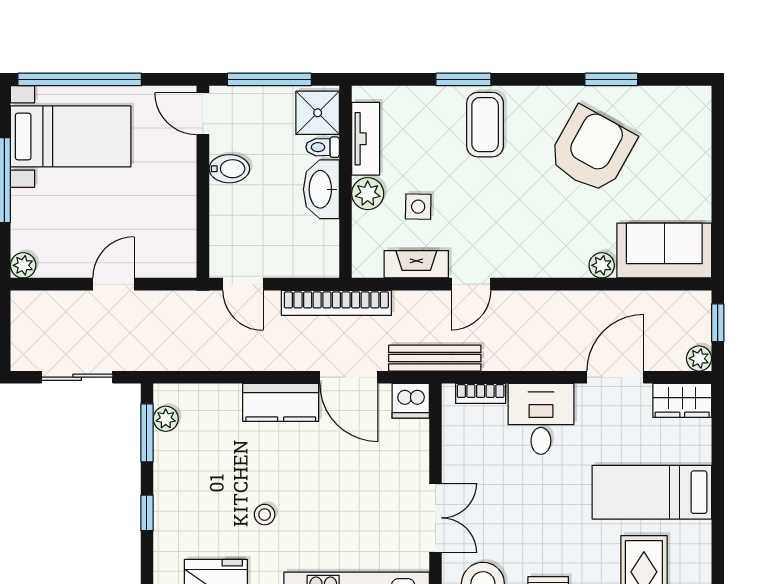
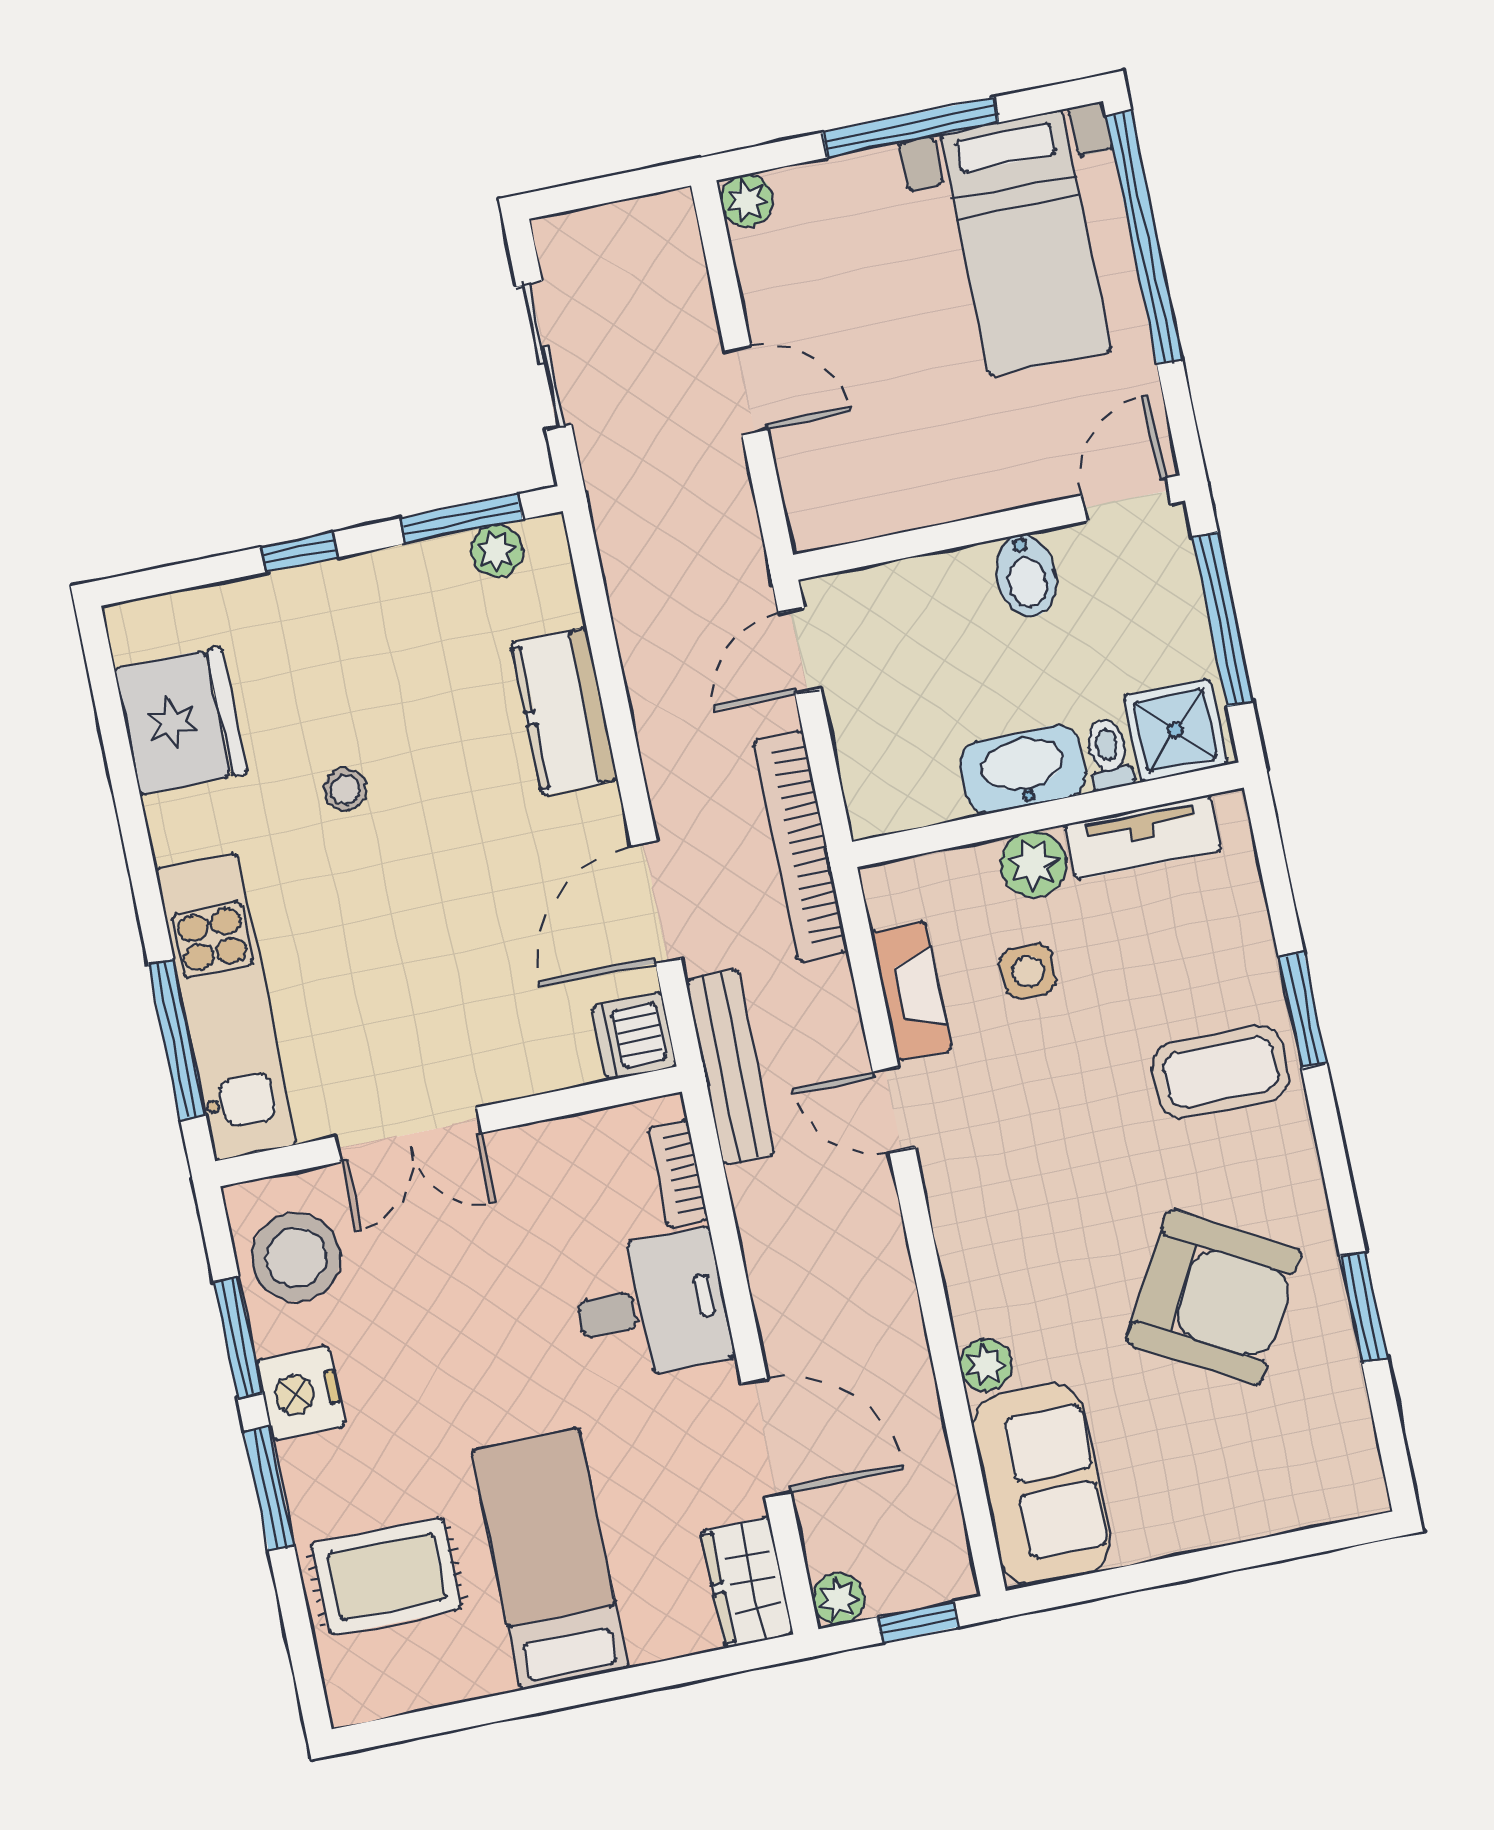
kitchen counter: (281, 402) -> (564, 712), moved

